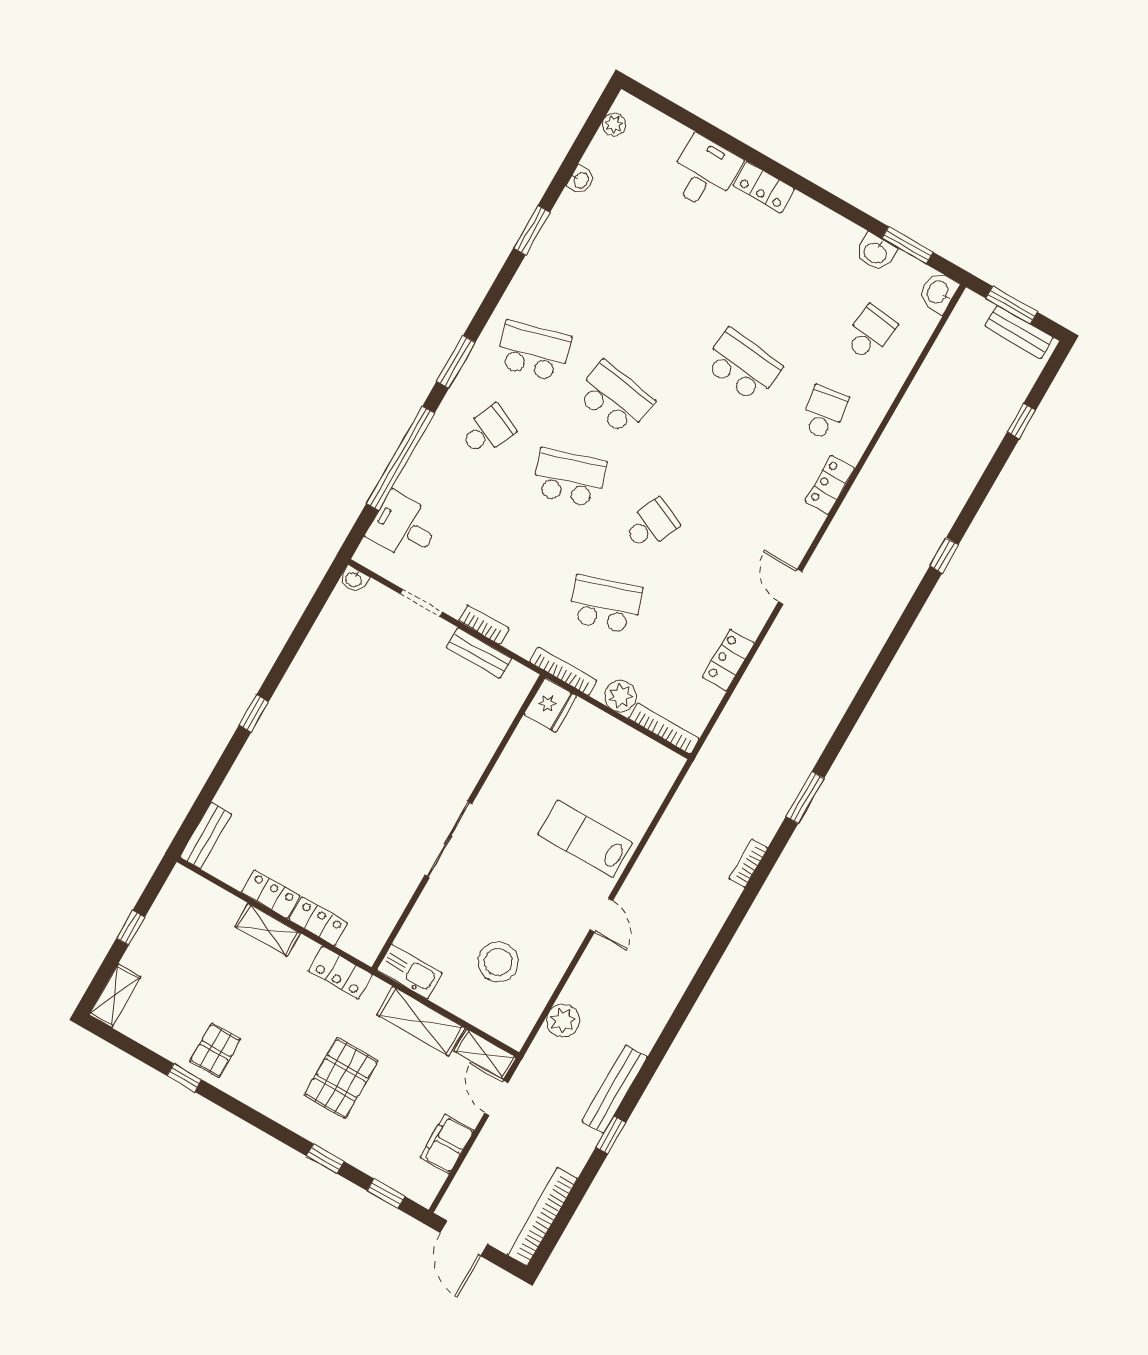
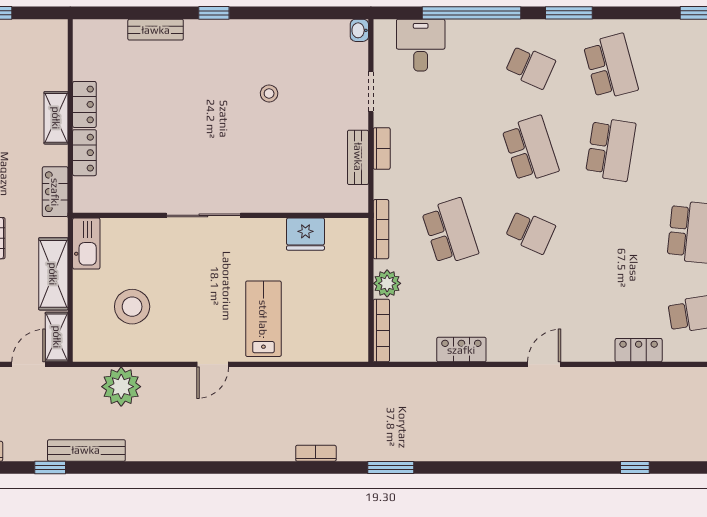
stool: (365, 705) -> (269, 93), added
fridge: (550, 705) -> (305, 234), moved
bench: (206, 836) -> (156, 30), moved
plant: (563, 1021) -> (121, 387), width x1.36, depth x1.36

